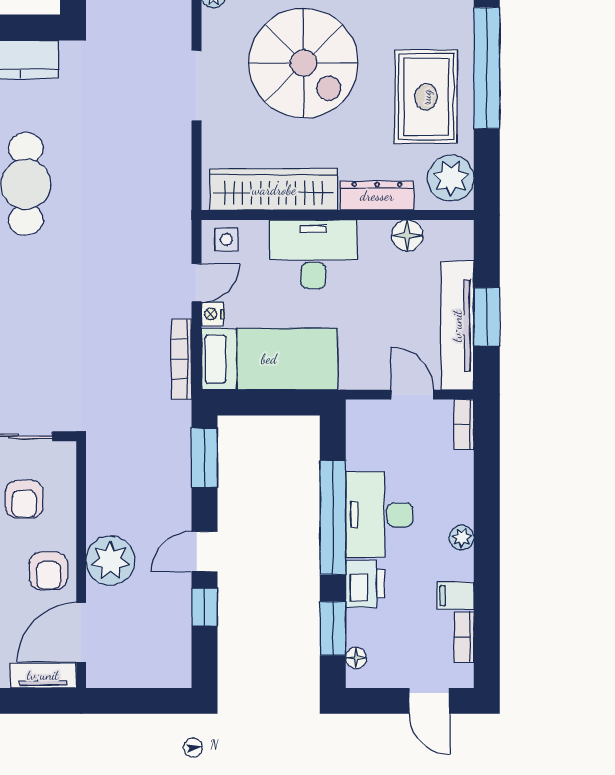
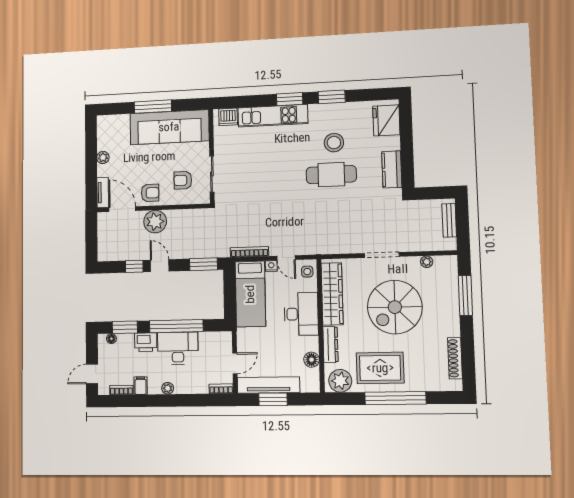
armchair: (48, 571) -> (150, 193), turned 180

